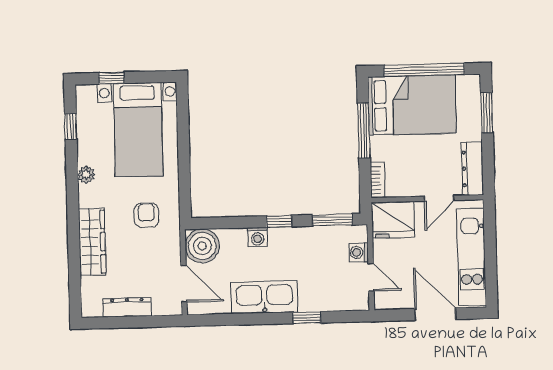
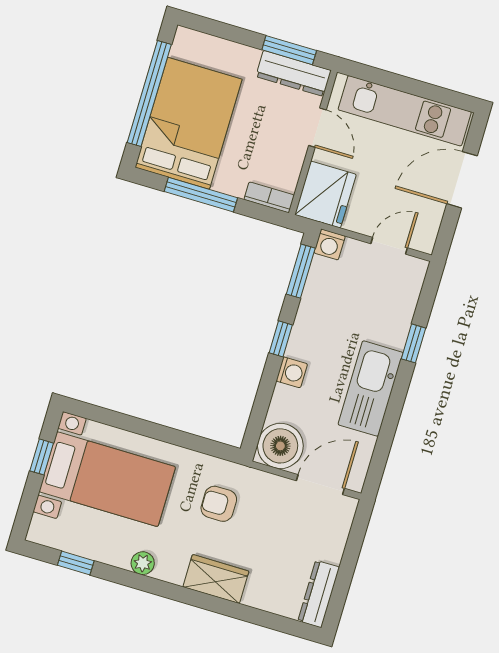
window: (111, 78) -> (42, 457), moved
window: (487, 113) -> (289, 50), moved
wardrobe: (92, 242) -> (216, 579), width x0.67
washing machine: (359, 252) -> (330, 244), moved
dresser: (127, 307) -> (319, 594), moved

